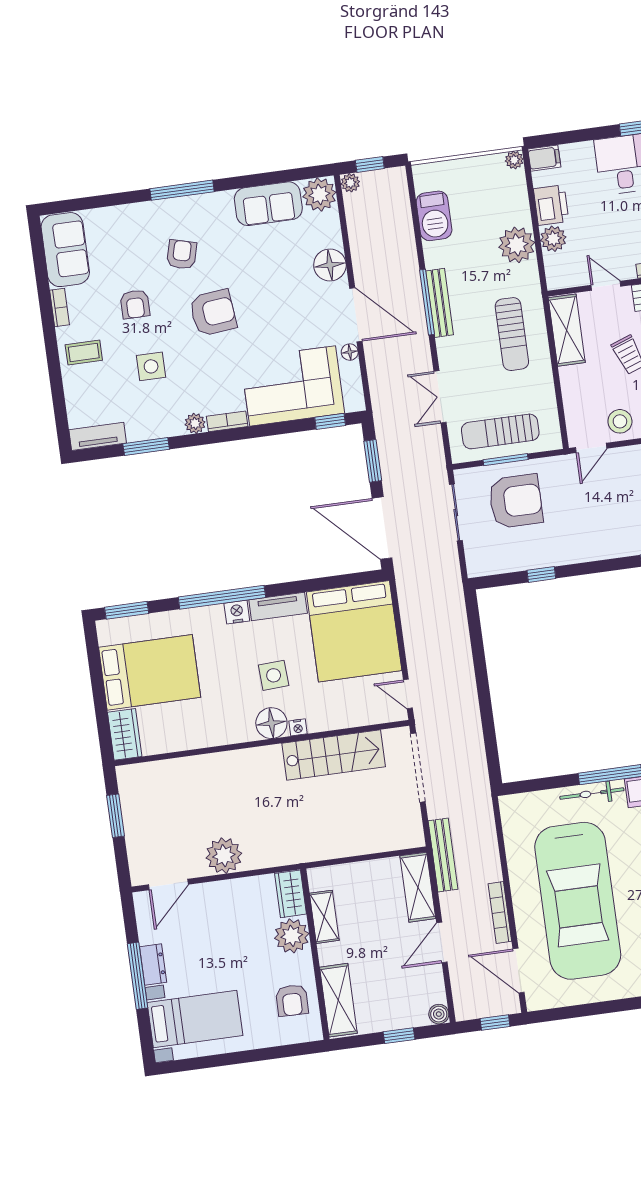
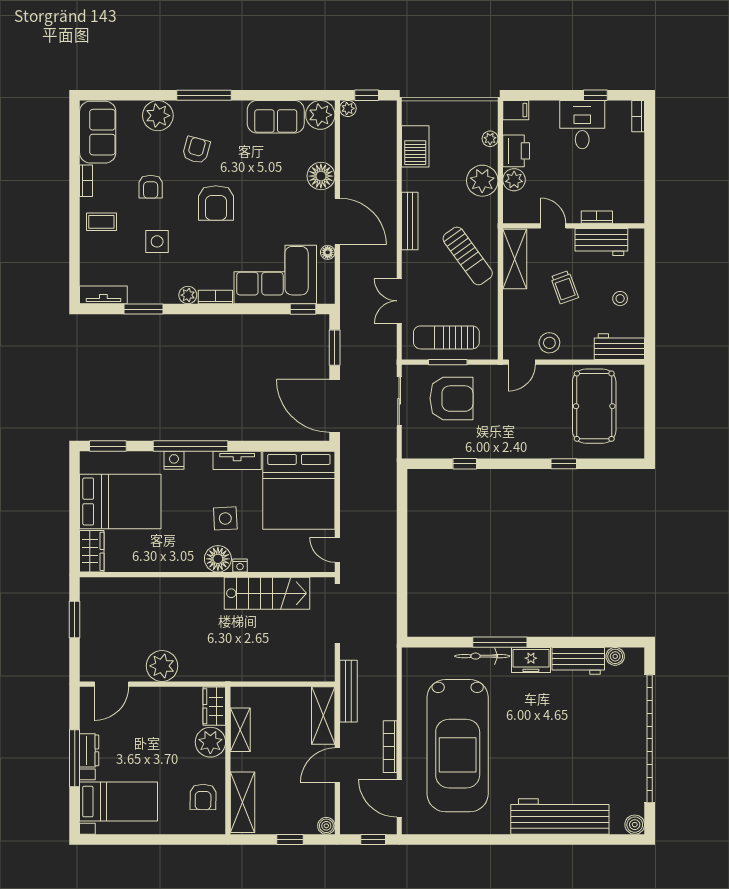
plant: (514, 160) -> (490, 139), moved
plant: (132, 221) -> (158, 116), added
window: (427, 302) -> (399, 219), removed
armchair: (213, 313) -> (216, 203), turned 96
sun lounger: (512, 334) -> (468, 256), turned -36
nightstand: (237, 612) -> (174, 460), moved

